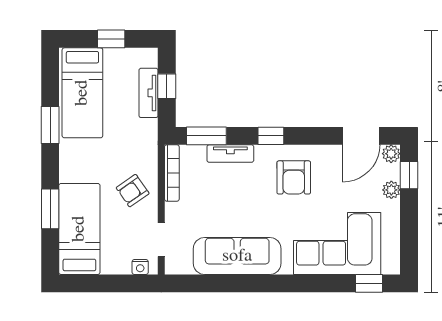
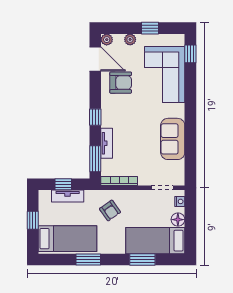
window: (409, 175) -> (150, 28), moved
armchair: (294, 177) -> (121, 83), moved
armchair: (133, 191) -> (110, 210), moved
sofa: (237, 256) -> (173, 139), width x0.73
floor lamp: (112, 264) -> (178, 220), added

